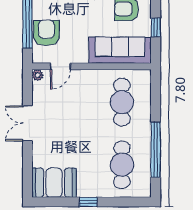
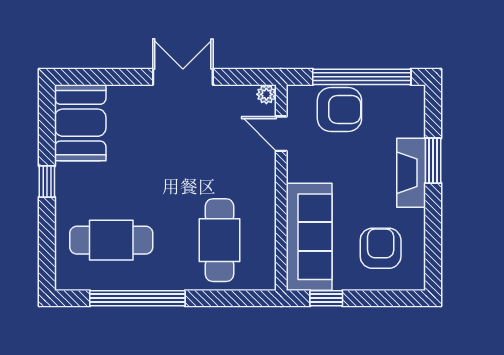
window: (156, 27) -> (326, 298), moved
cafe table: (122, 102) -> (220, 240), turned 90

